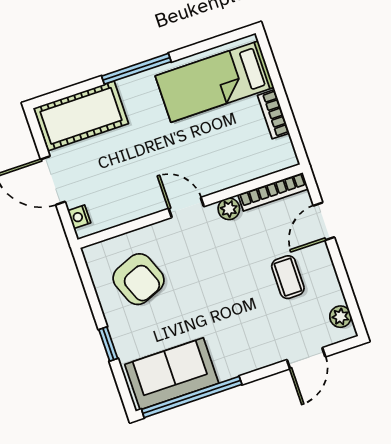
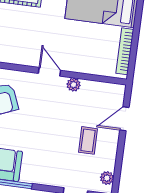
bookcase: (273, 114) -> (125, 51), width x1.56
bookcase: (273, 192) -> (104, 87), removed

